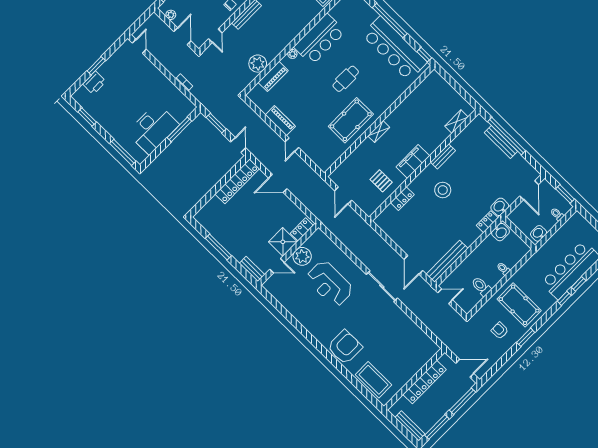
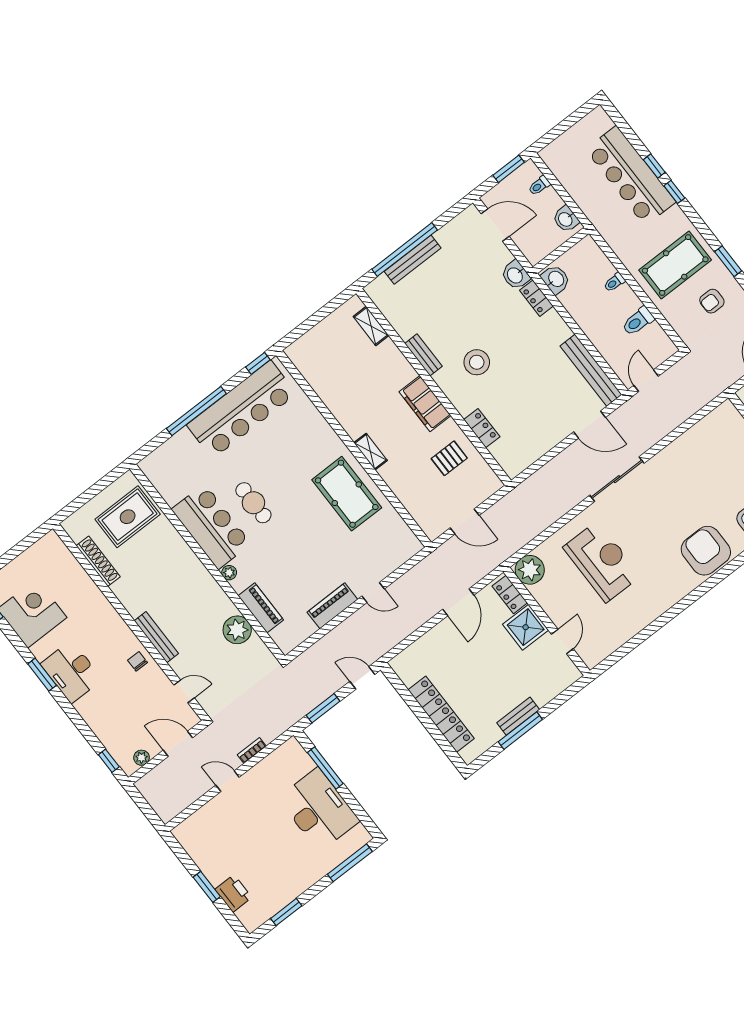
door: (139, 46) -> (228, 781), moved
cafe table: (346, 79) -> (253, 503), moved
locker: (237, 181) -> (441, 714), moved
door: (278, 183) -> (458, 602), moved
plant: (302, 256) -> (530, 570), moved
bench: (252, 269) -> (518, 716), moved
reception desk: (330, 284) -> (602, 562), turned -90

